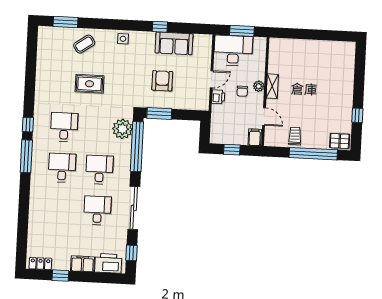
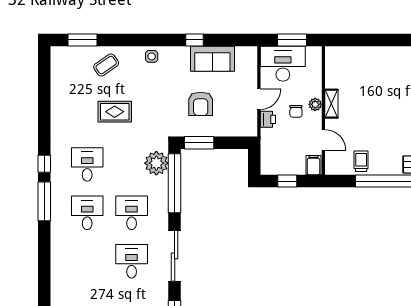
armchair: (162, 81) -> (201, 104), turned 180

